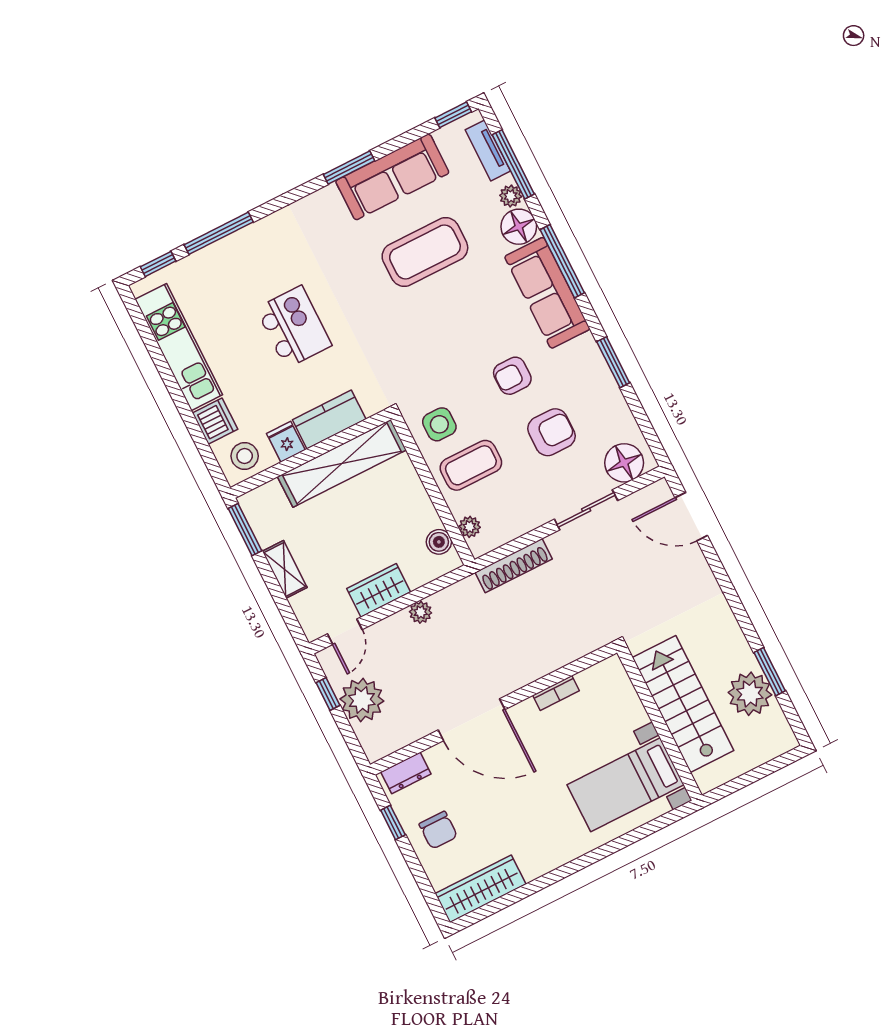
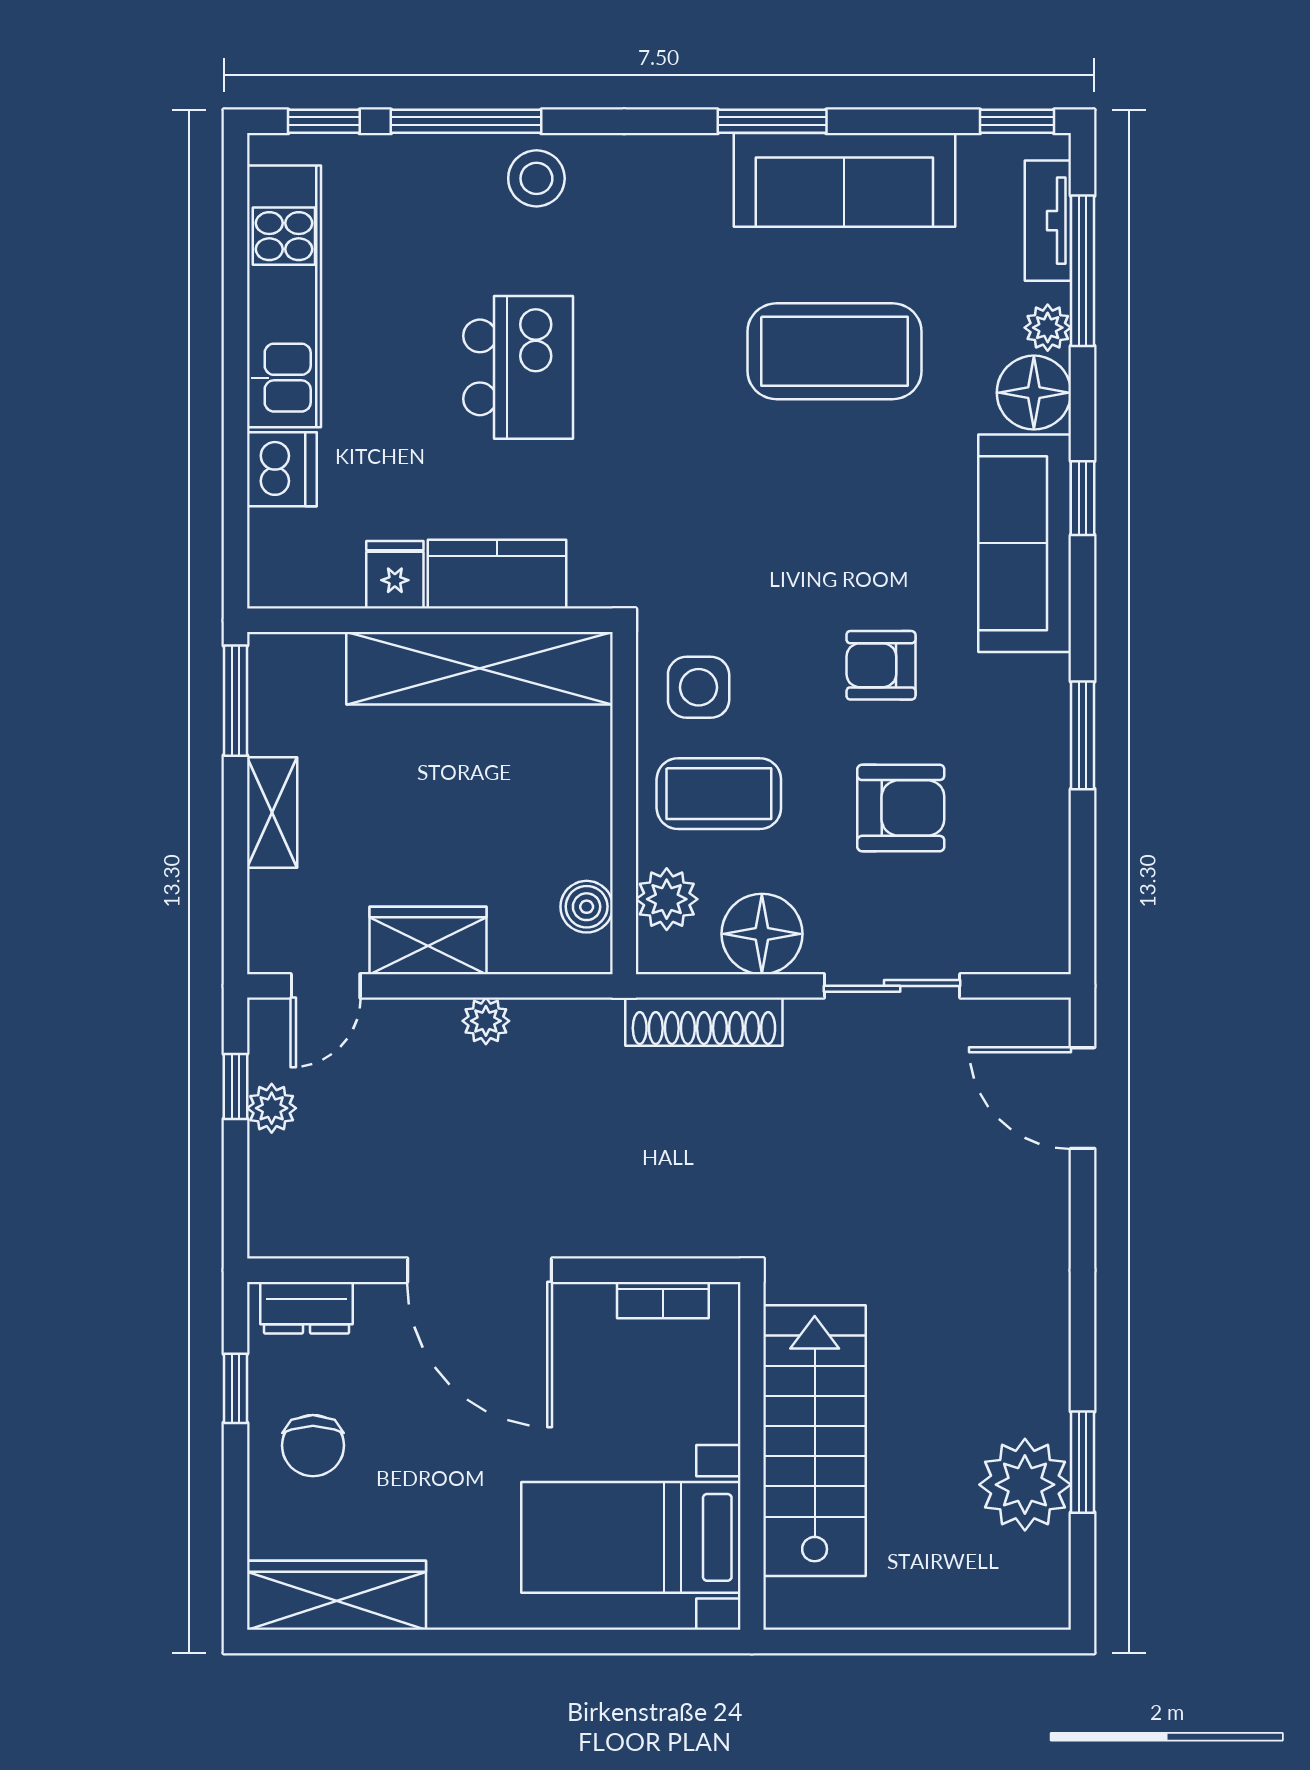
window: (562, 261) -> (1083, 498), width x0.46
stool: (245, 456) -> (536, 178), moved
floor lamp: (624, 463) -> (762, 934), moved
plant: (470, 527) -> (667, 899), width x1.38, depth x1.38
plant: (362, 700) -> (272, 1108), width x0.53, depth x0.53
stairs: (683, 704) -> (815, 1441), moved
wall: (660, 724) -> (752, 1456), moved
bed with nightstands: (626, 785) -> (631, 1537), moved

